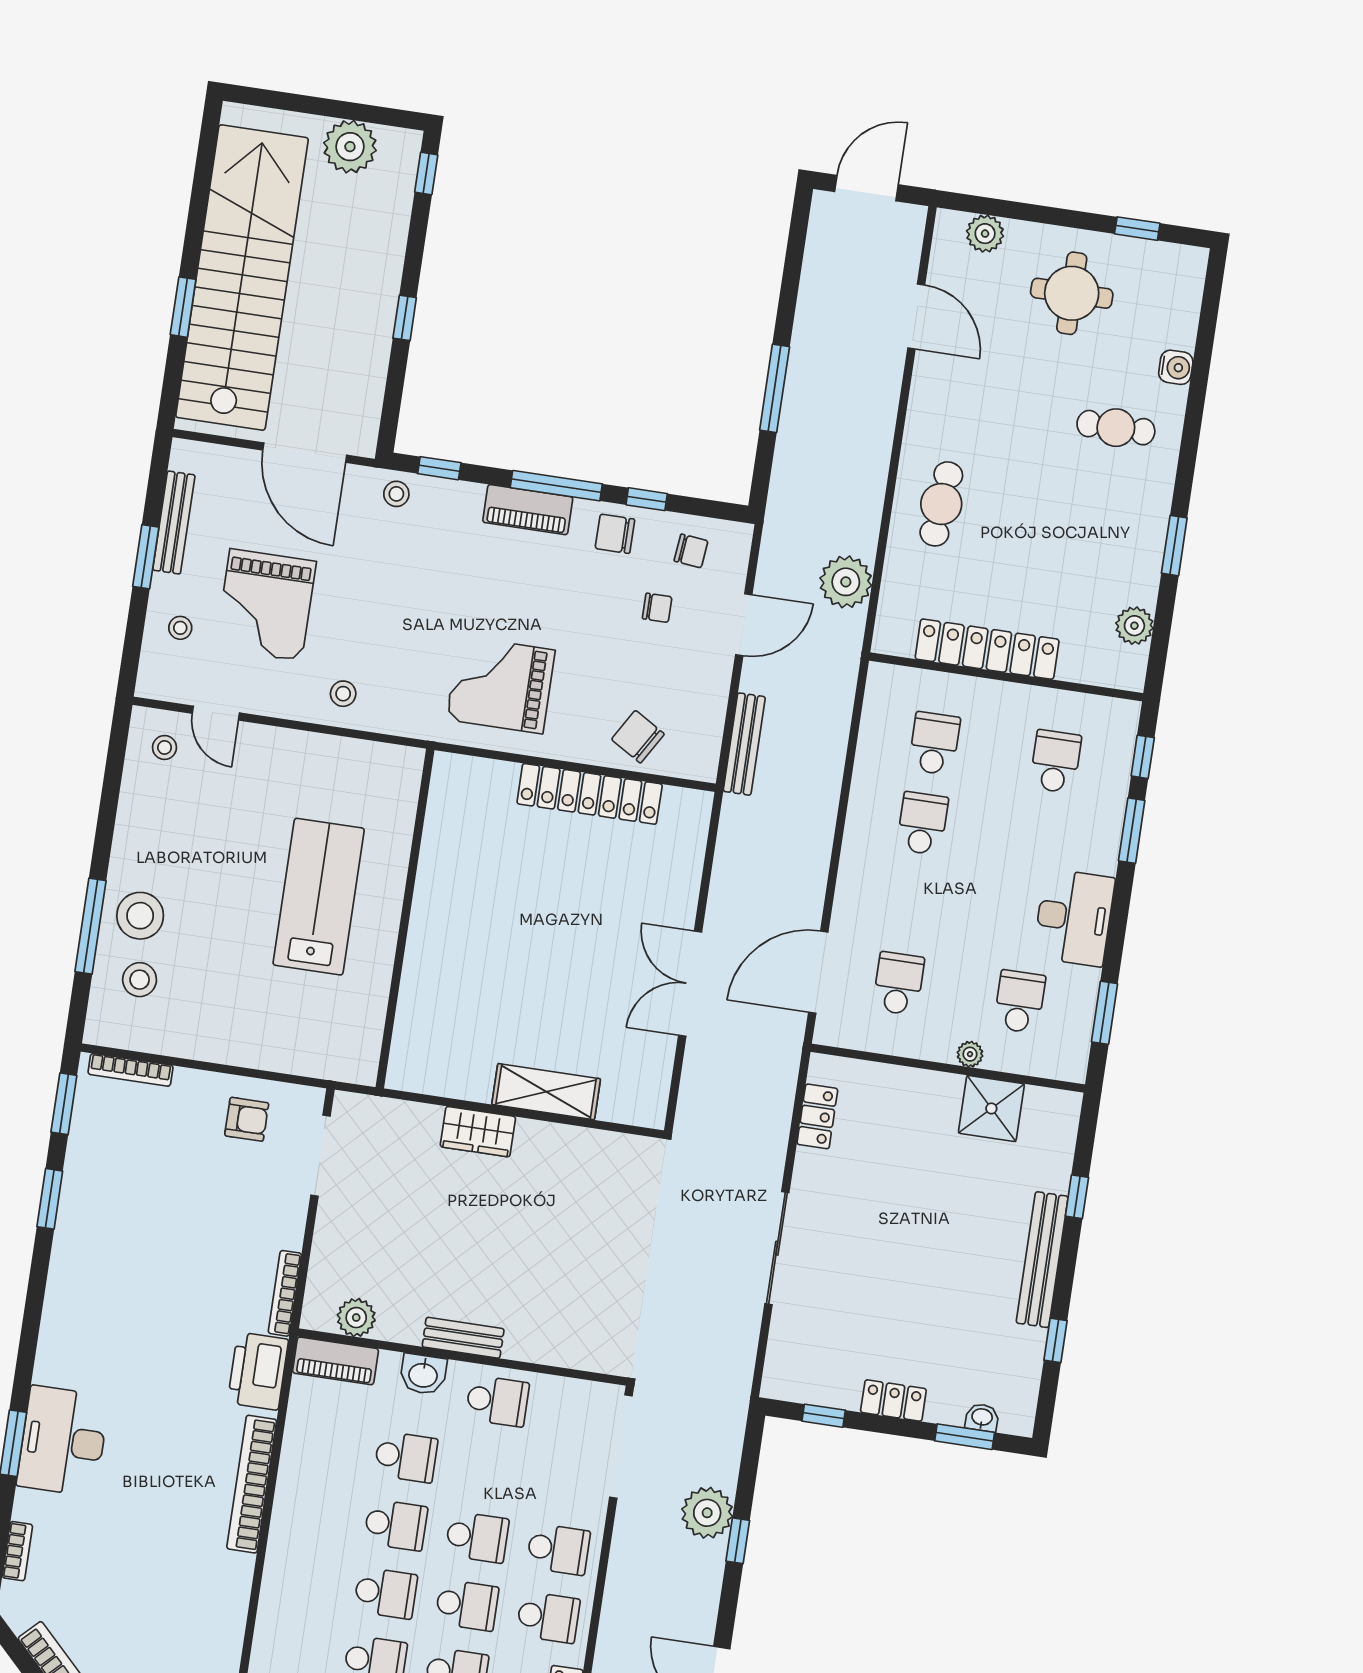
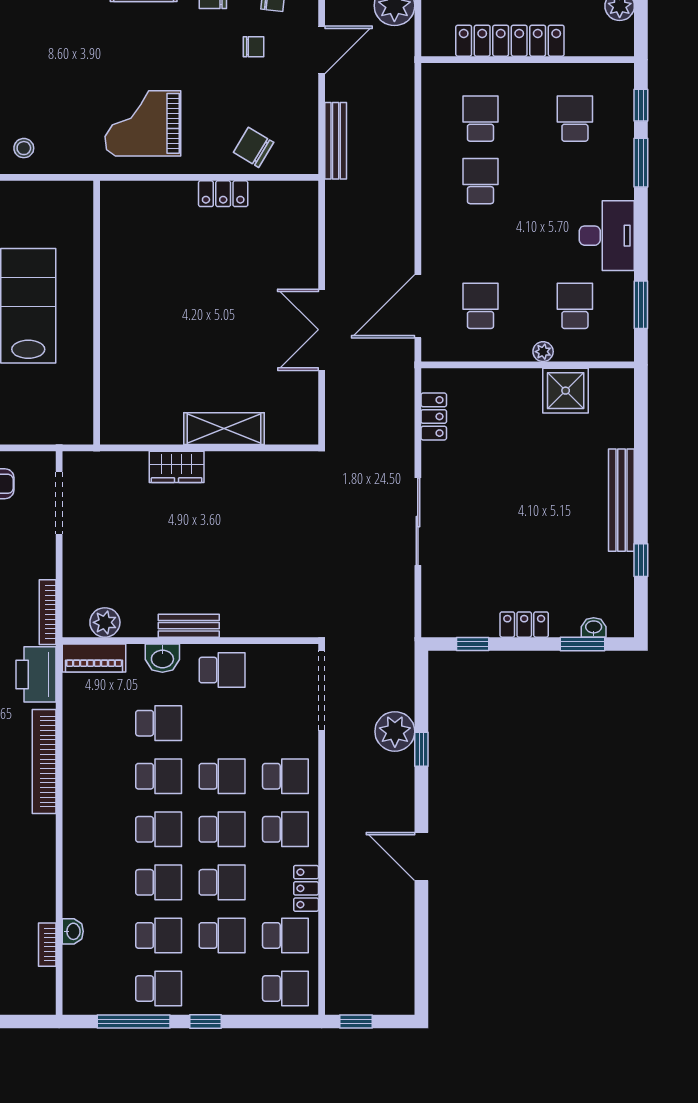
locker: (590, 794) -> (223, 194), width x0.46, depth x0.83
window: (1077, 1197) -> (641, 448), removed

